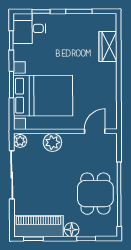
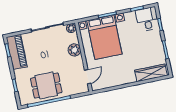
wardrobe: (108, 46) -> (151, 73), width x1.50
door: (95, 131) -> (88, 77), hinge flipped
floor lamp: (72, 230) -> (19, 75), removed

